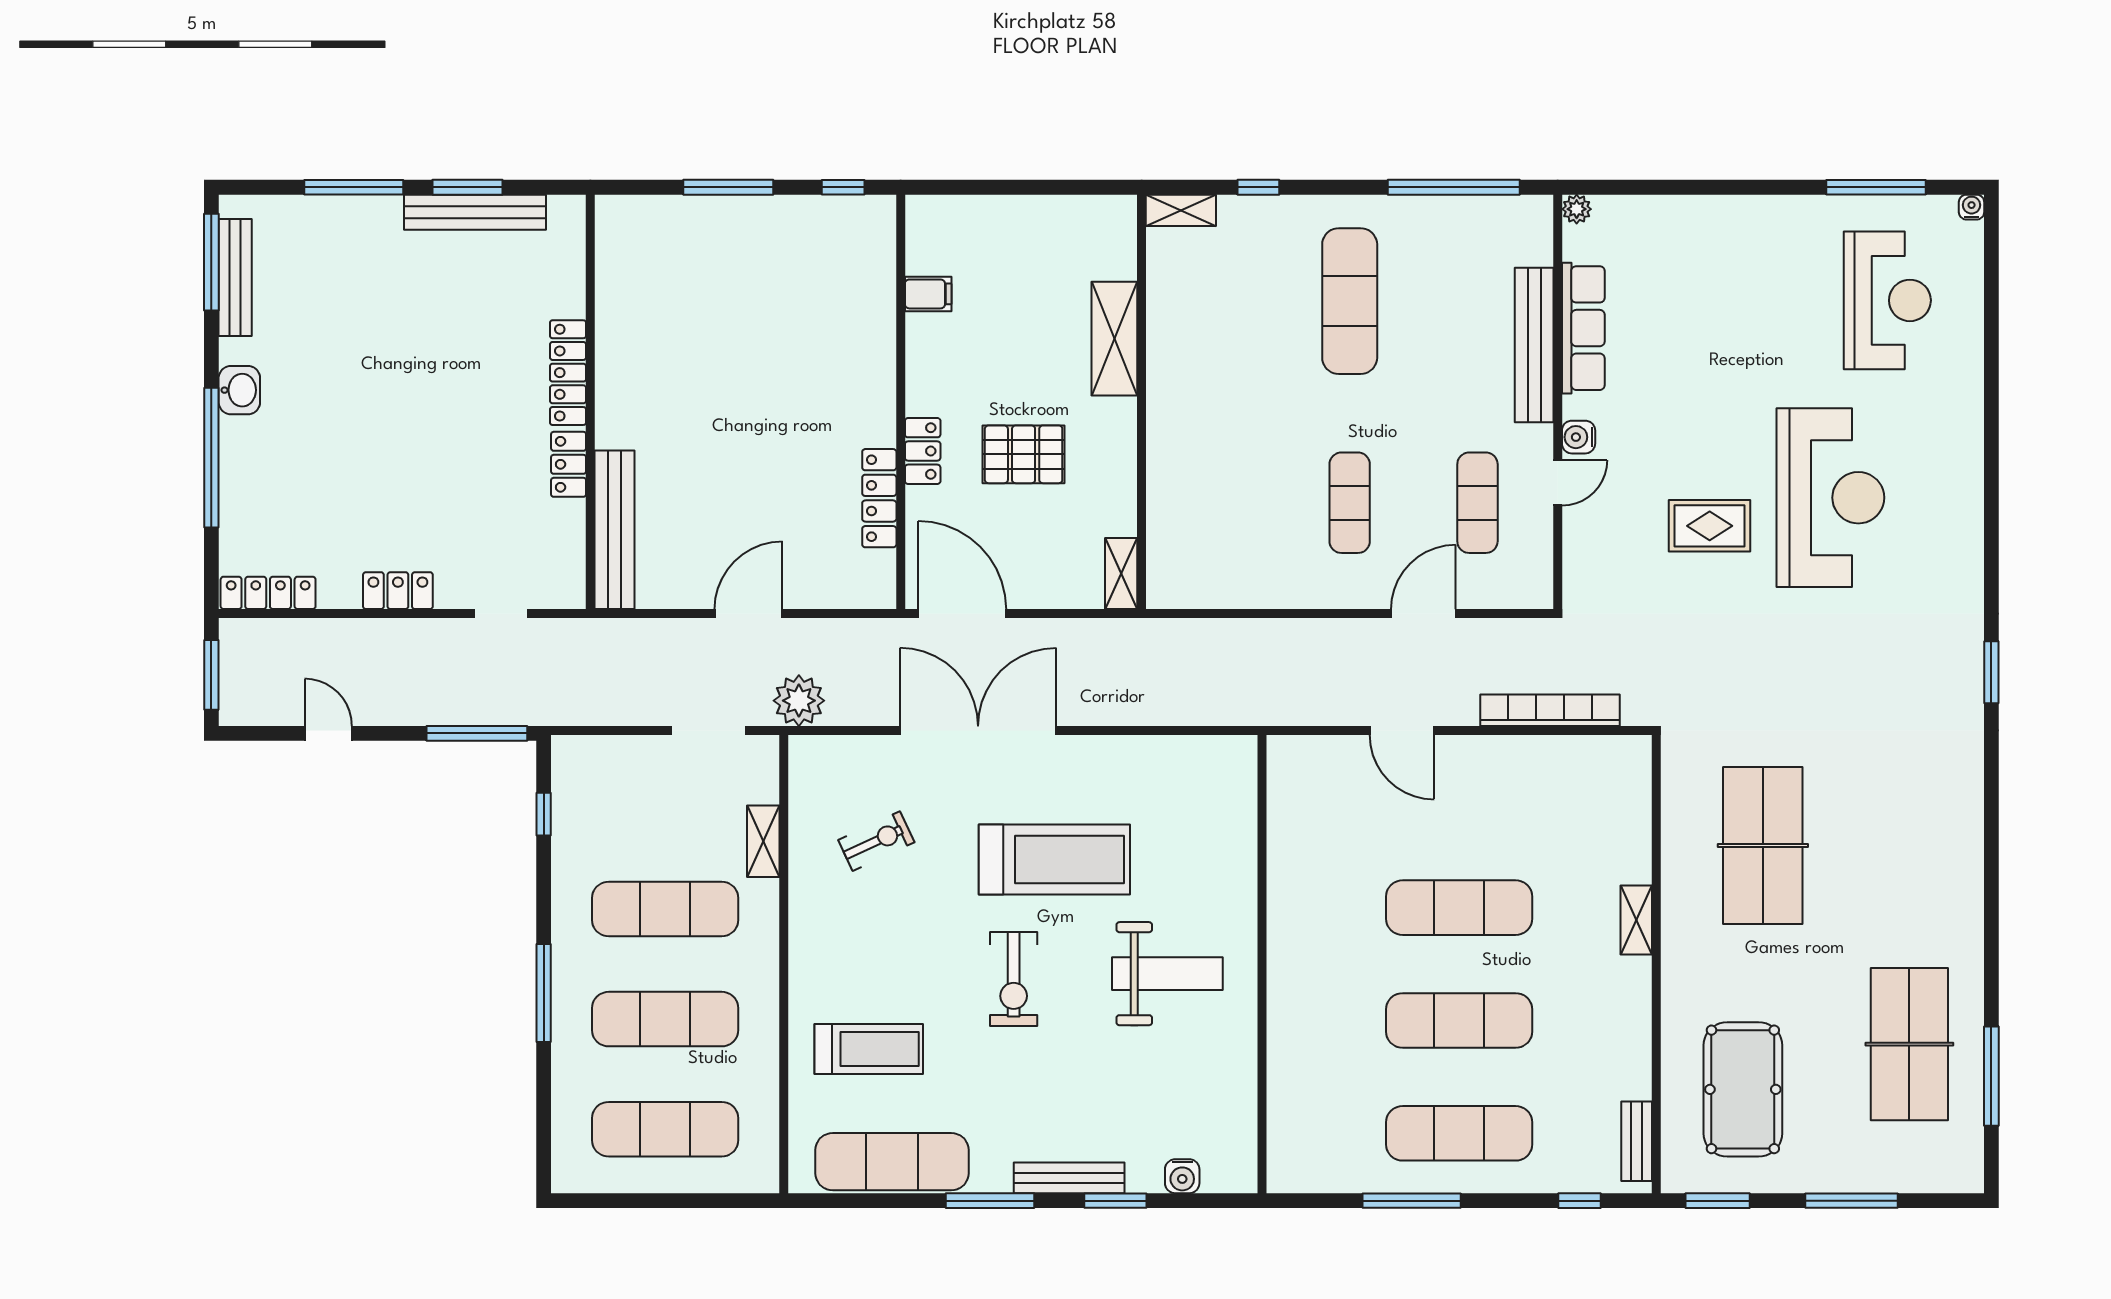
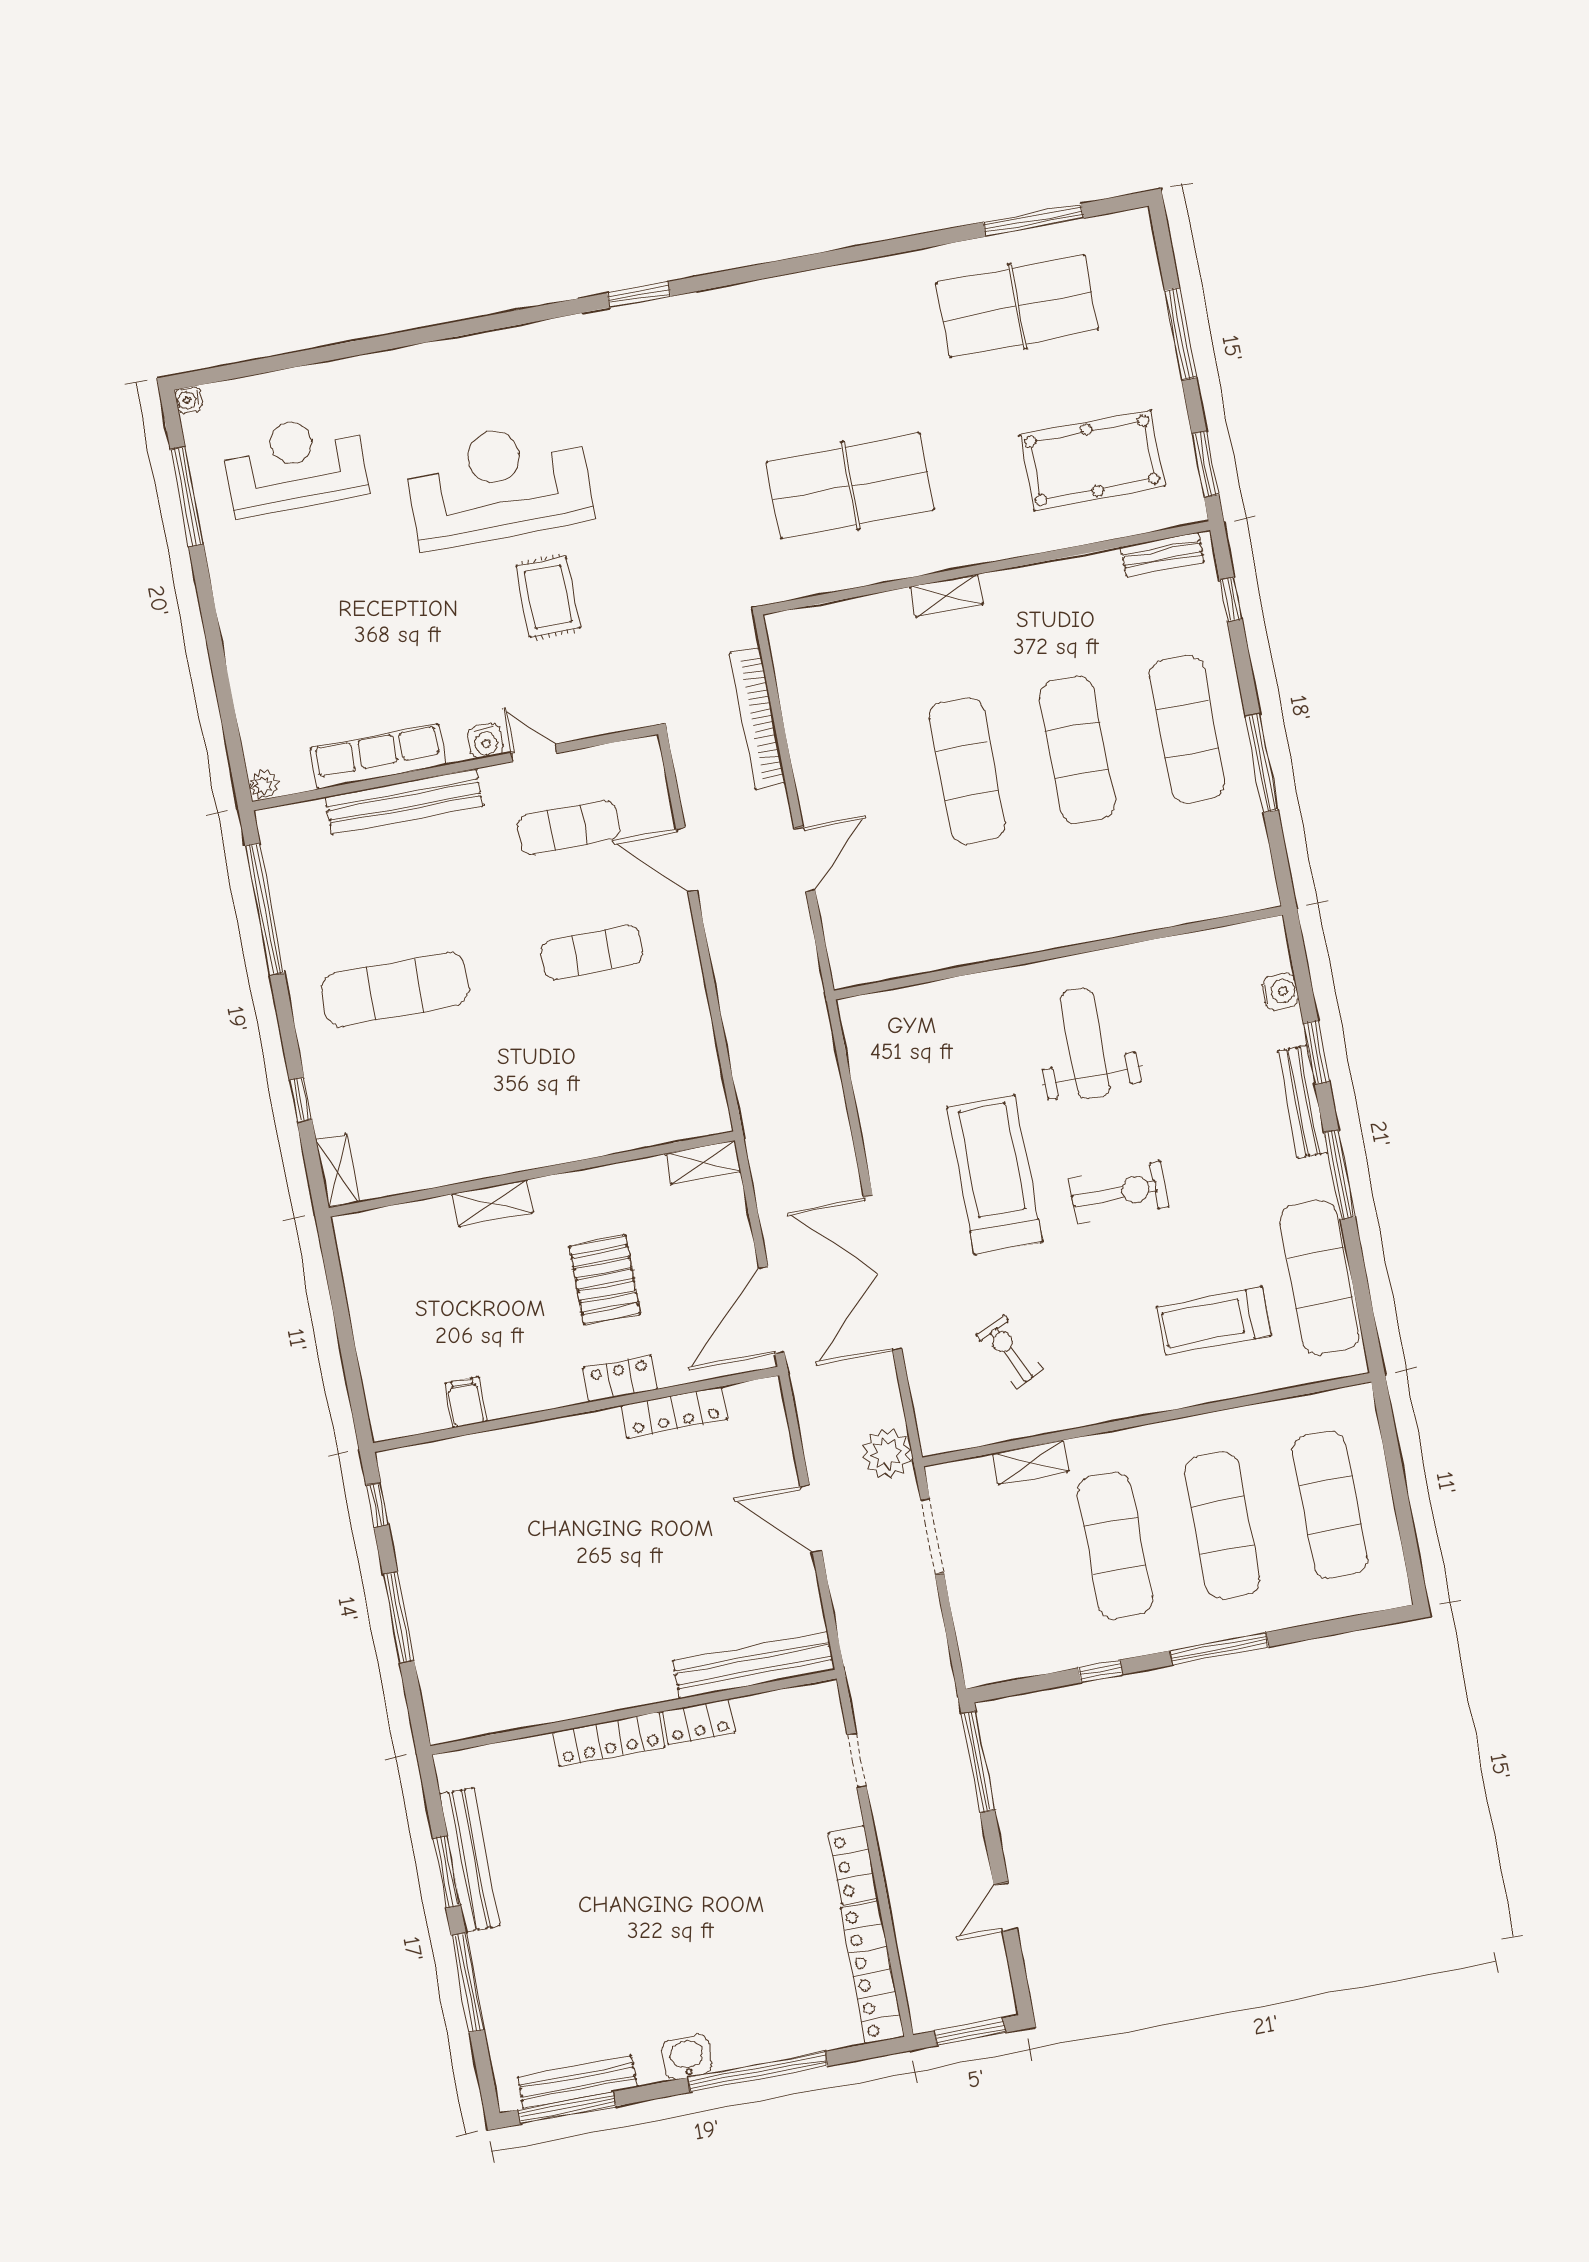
shelving: (1114, 339) -> (493, 1203), width x0.67, depth x0.75
locker: (268, 593) -> (872, 1972), width x1.41, depth x1.21
window: (544, 814) -> (1100, 1671), moved
treadmill: (869, 1049) -> (1214, 1321), turned -90

